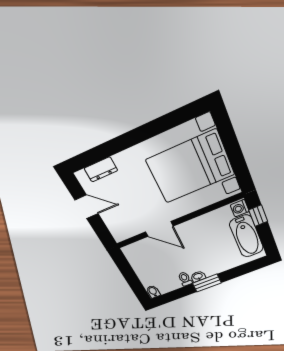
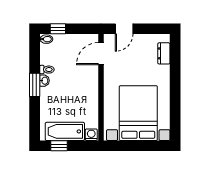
door: (87, 207) -> (124, 29), moved
window: (258, 216) -> (59, 146), moved
door: (159, 229) -> (101, 54), moved
window: (137, 286) -> (58, 29), added

